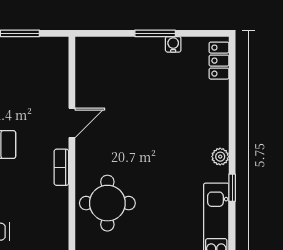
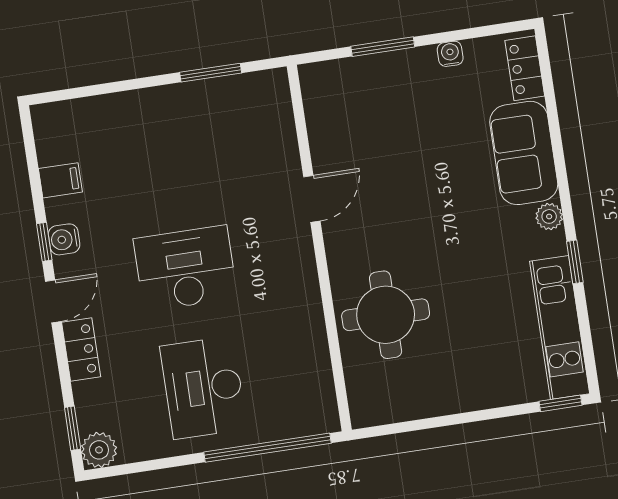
window: (155, 33) -> (383, 47), moved
sofa: (210, 114) -> (524, 153), added
bookcase: (61, 167) -> (306, 270), removed

